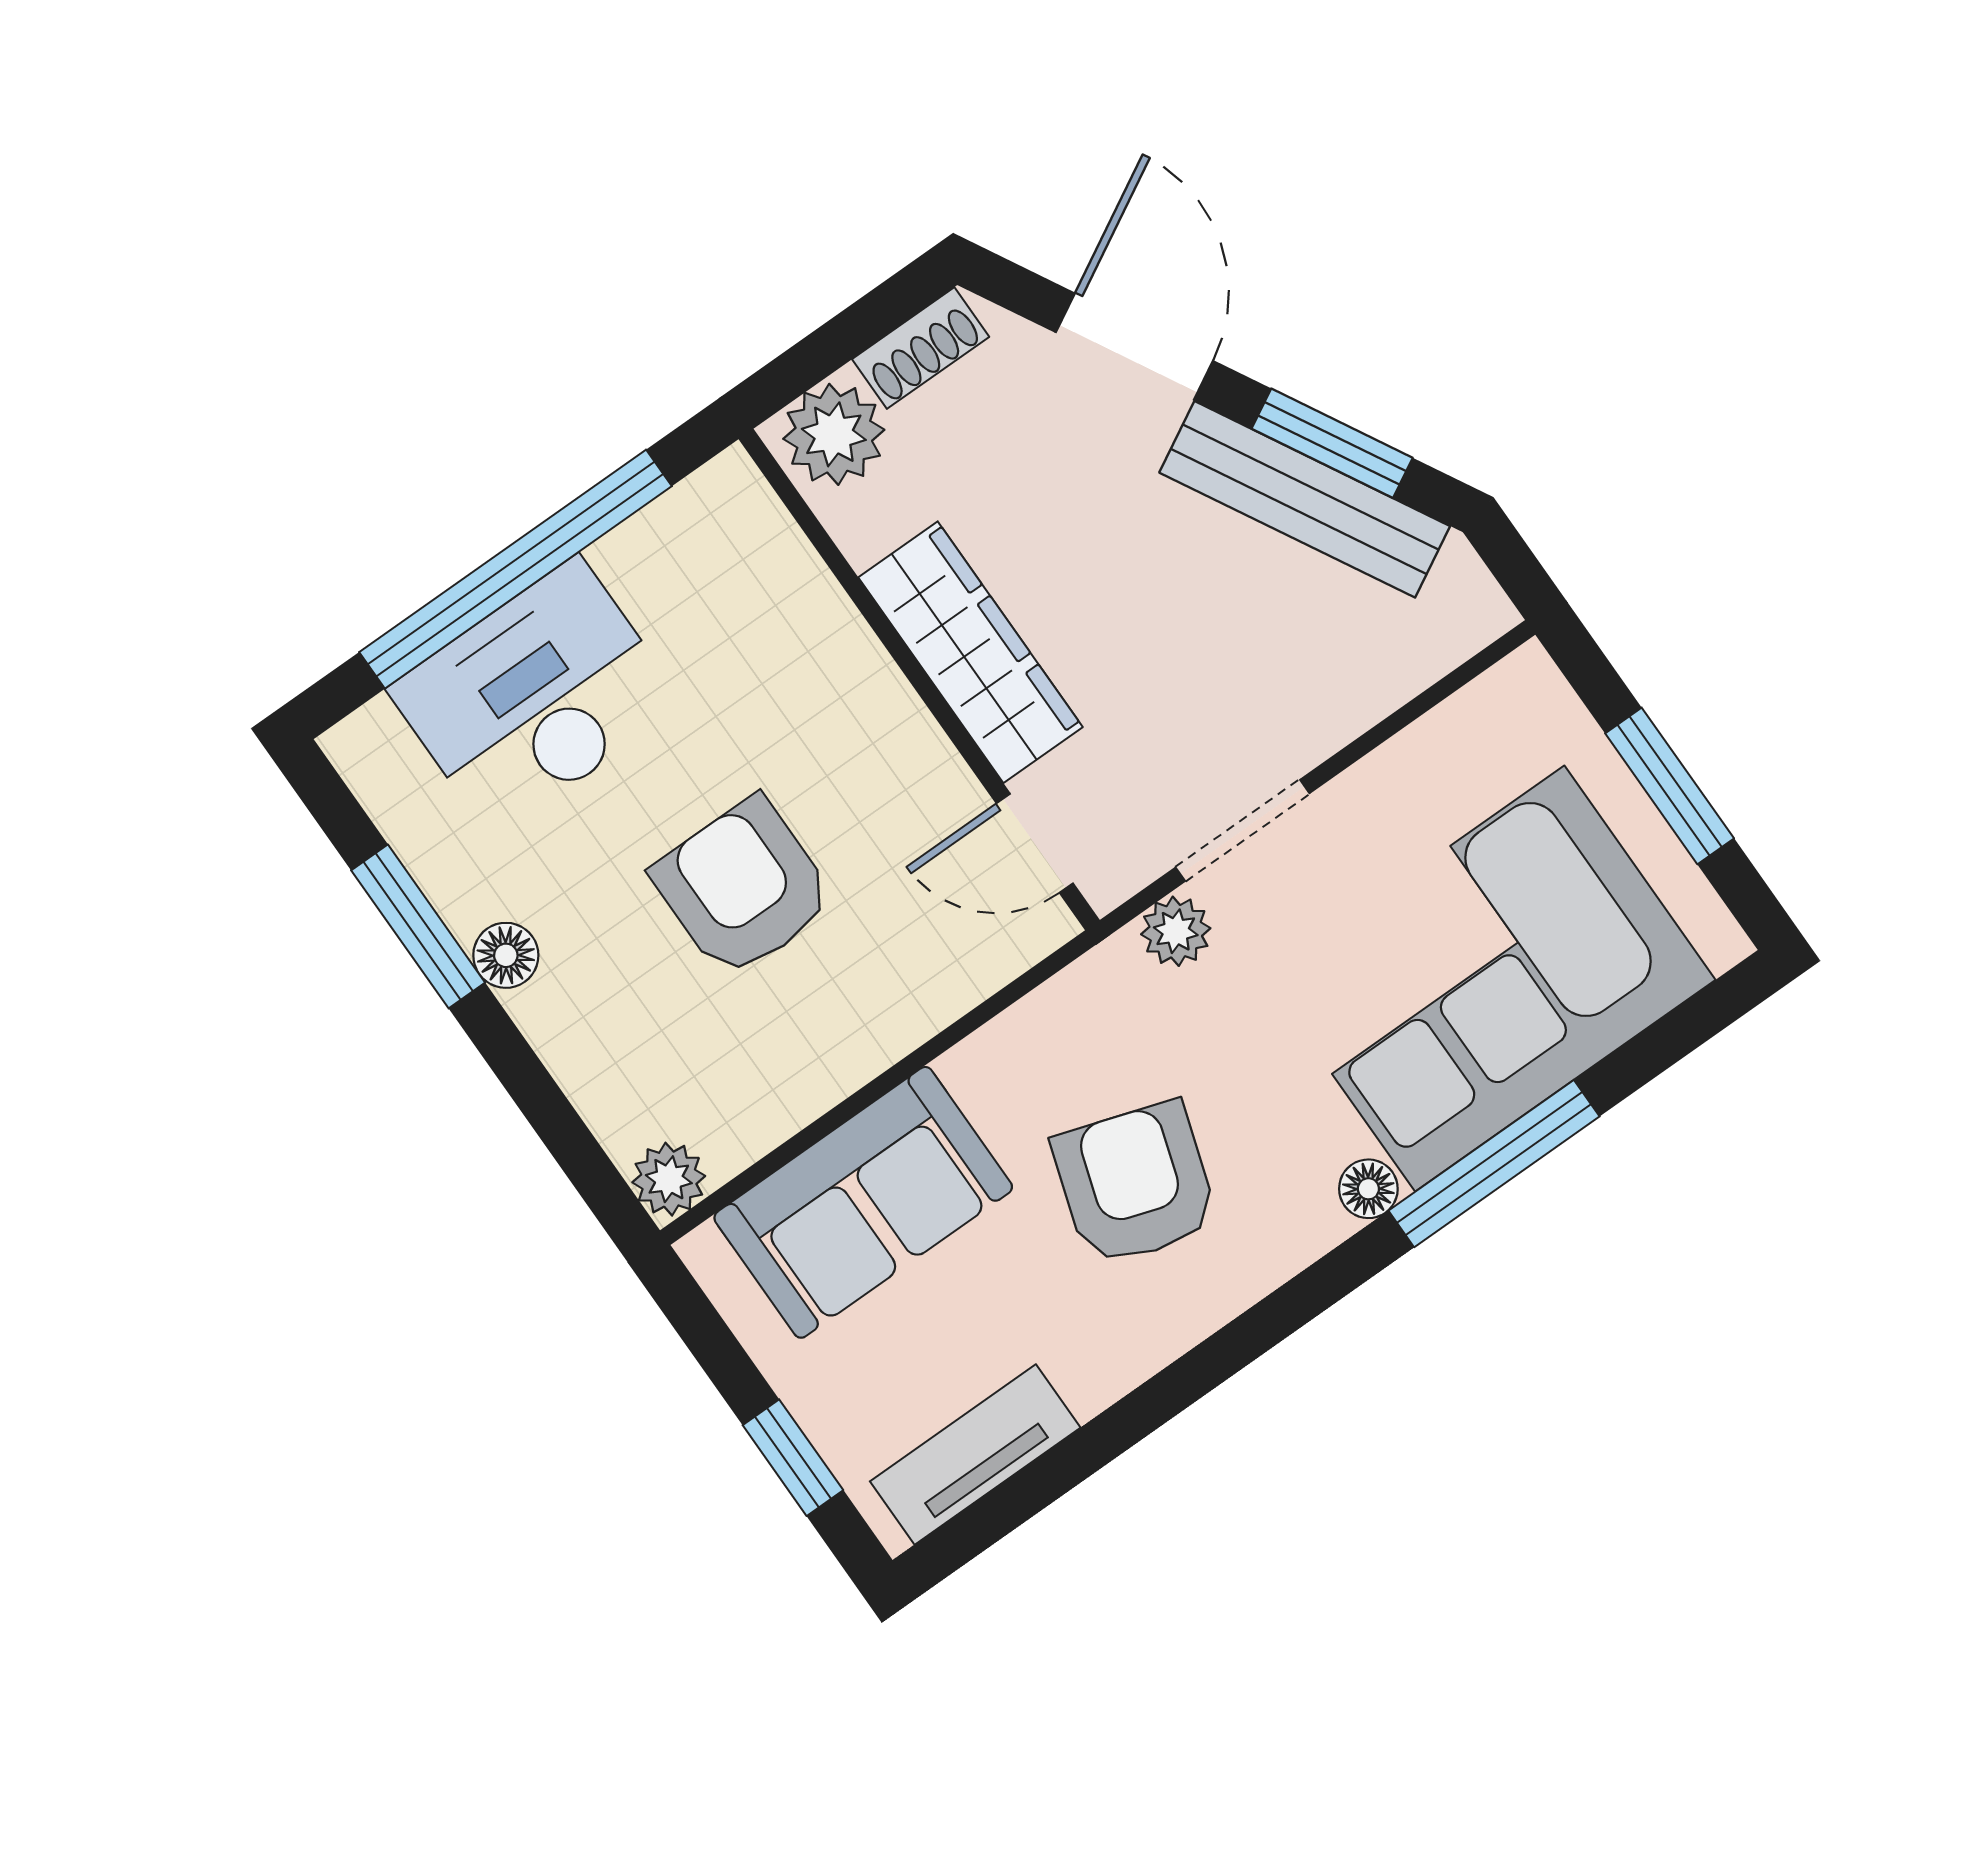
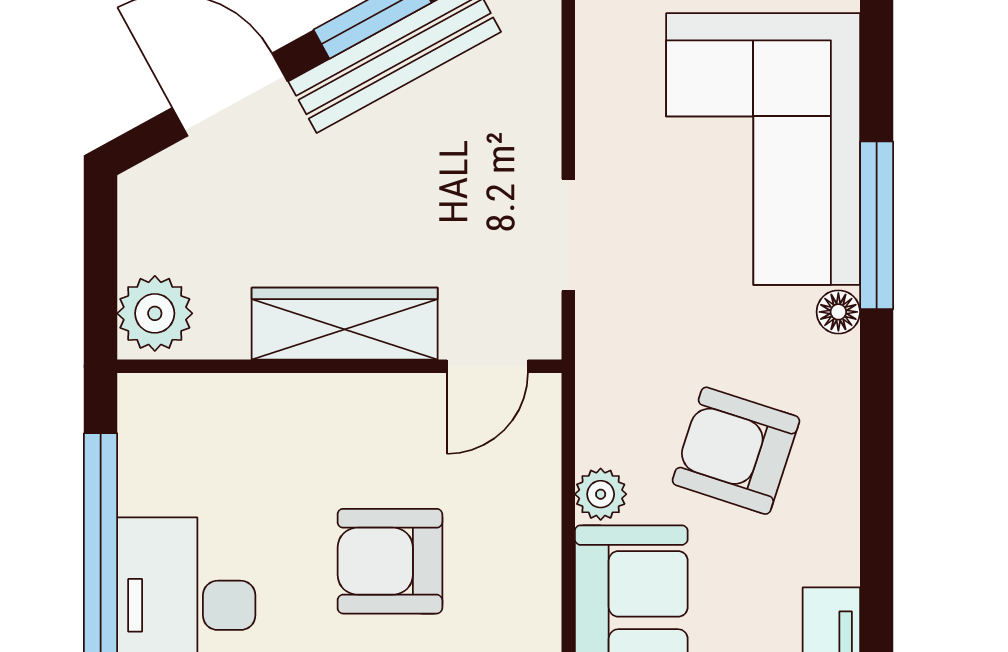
shoe rack: (921, 348) -> (140, 224), removed
plant: (1176, 931) -> (601, 494), moved

